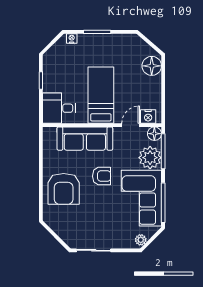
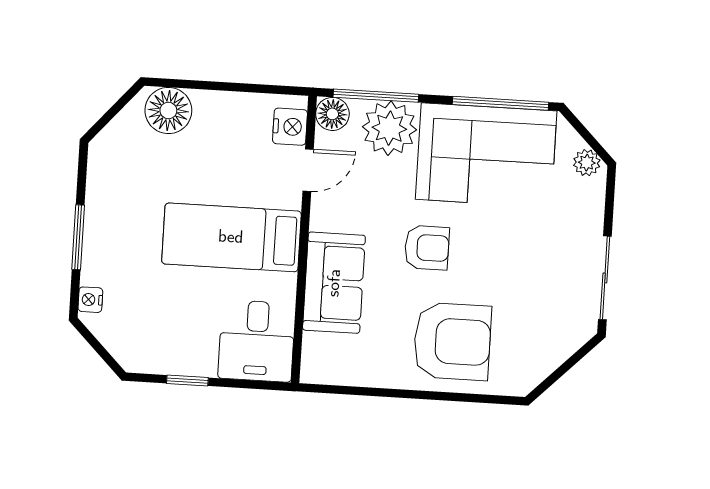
door: (131, 125) -> (308, 170), swing flipped
sofa: (85, 139) -> (334, 283), width x0.73
armchair: (102, 176) -> (427, 248), turned 90

